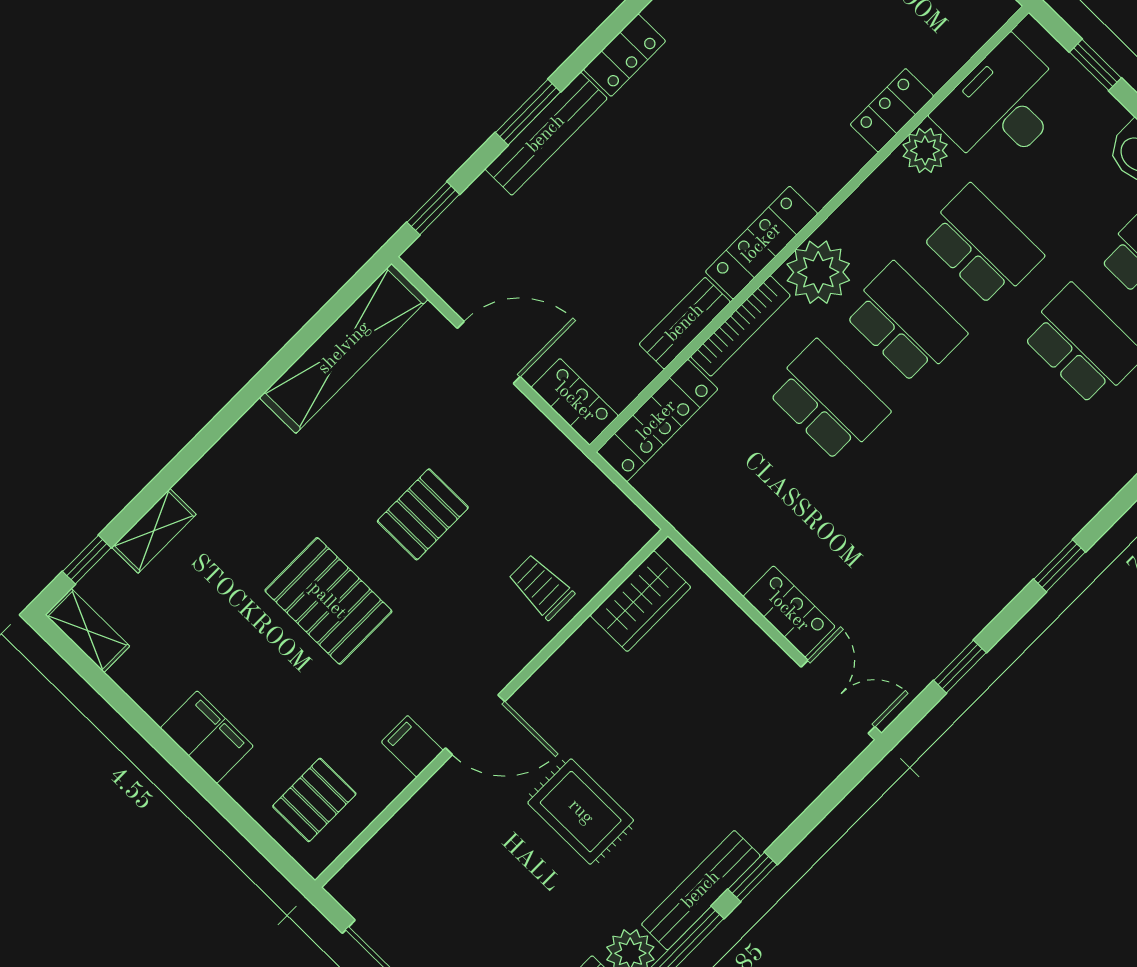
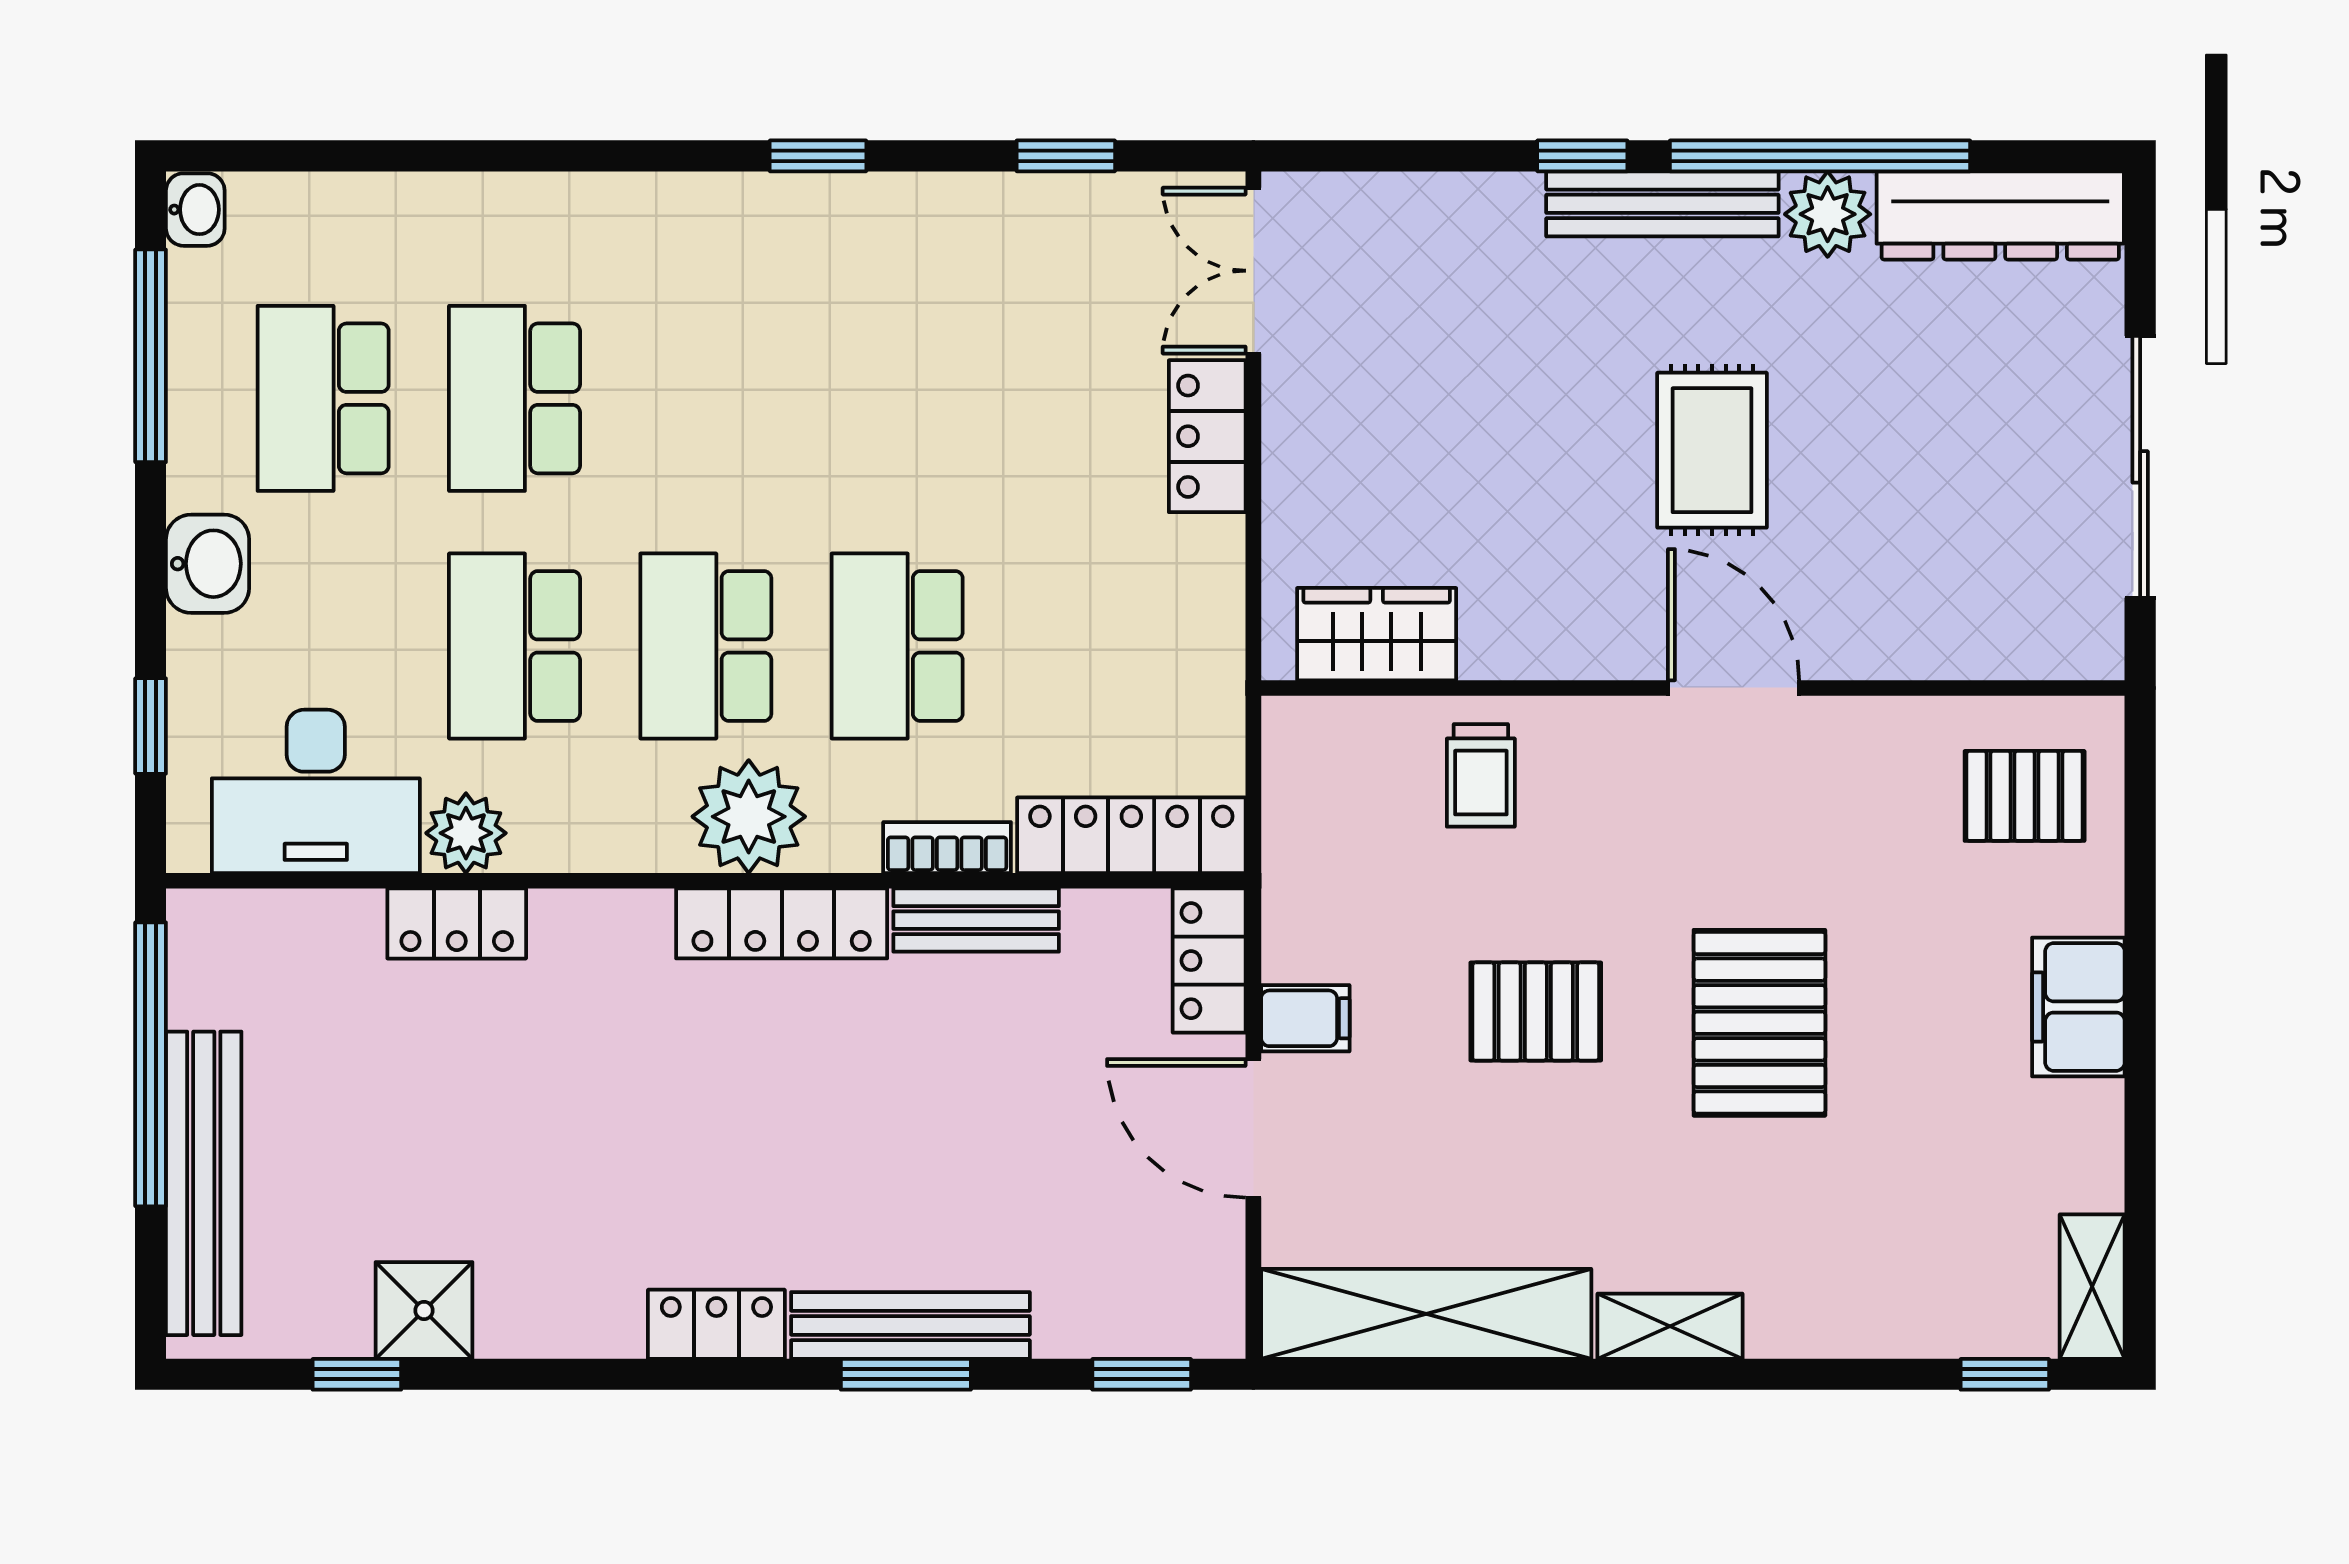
bookcase: (740, 326) -> (947, 848), width x0.64
shelving: (154, 531) -> (1670, 1326), moved
filing cabinet: (412, 746) -> (1305, 1018), moved, turned -90

